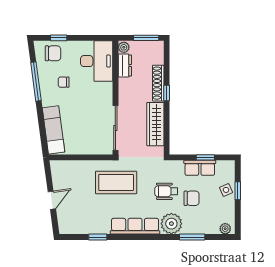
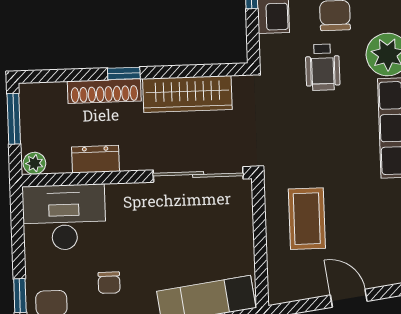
dresser: (125, 66) -> (95, 159), moved
coffee table: (116, 182) -> (307, 219), moved, width x0.73, depth x0.76

